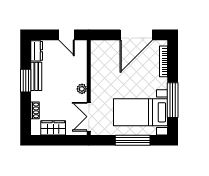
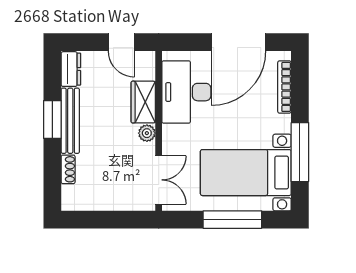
desk: (105, 64) -> (186, 92), added
bench: (36, 76) -> (70, 121), width x1.36
double door: (89, 117) -> (159, 180), swing flipped
wardrobe: (53, 128) -> (143, 102), moved, turned -90

